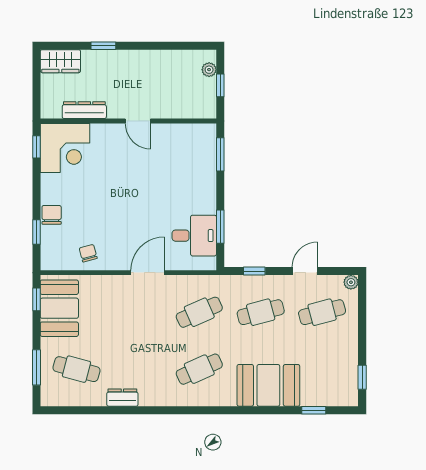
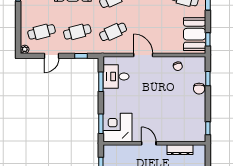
corner desk: (65, 148) -> (117, 127), moved
door: (148, 273) -> (143, 55), swing flipped

